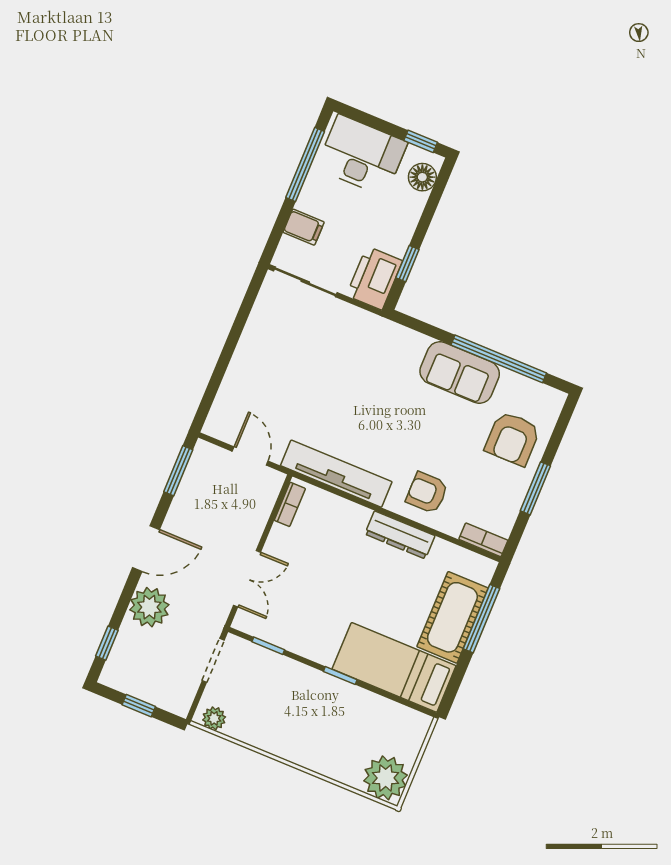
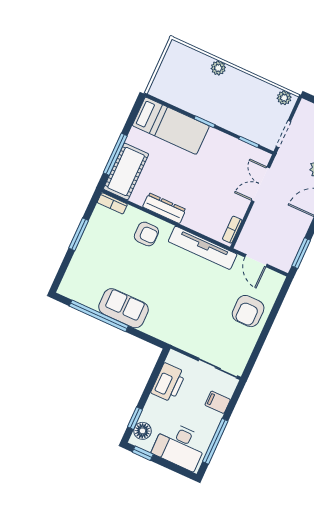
window: (407, 264) -> (135, 418), moved
printer: (374, 278) -> (168, 382), moved
armchair: (512, 439) -> (248, 311), moved, turned 180
cot: (452, 617) -> (126, 171), moved
plant: (386, 778) -> (218, 68), moved, width x0.53, depth x0.53

